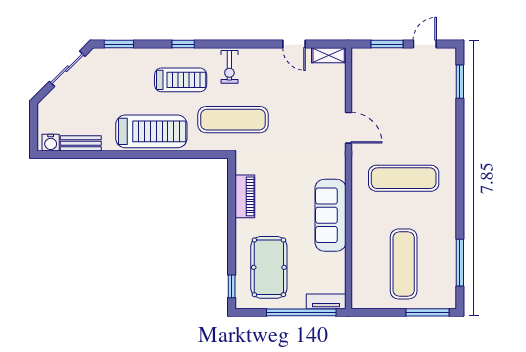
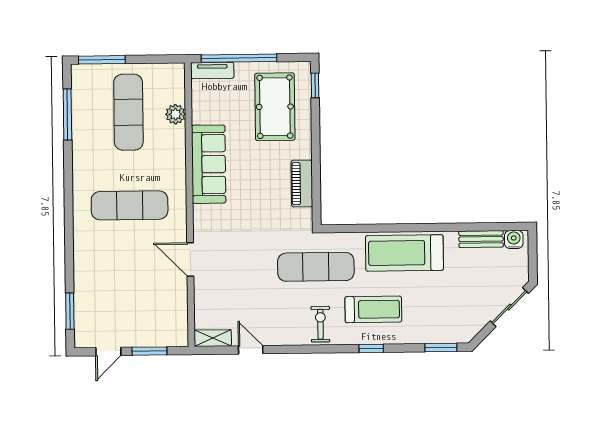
sliding door: (67, 69) -> (509, 307), moved
treadmill: (181, 80) -> (373, 309), turned 180
plant: (360, 262) -> (175, 114), added

